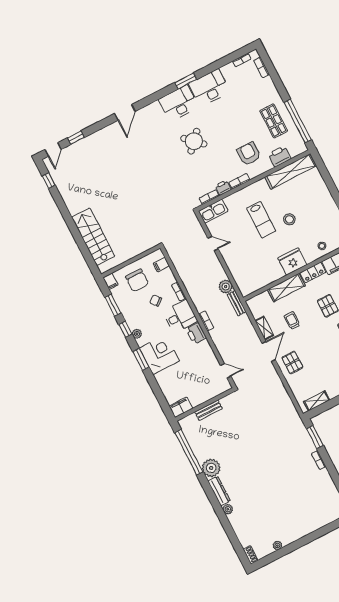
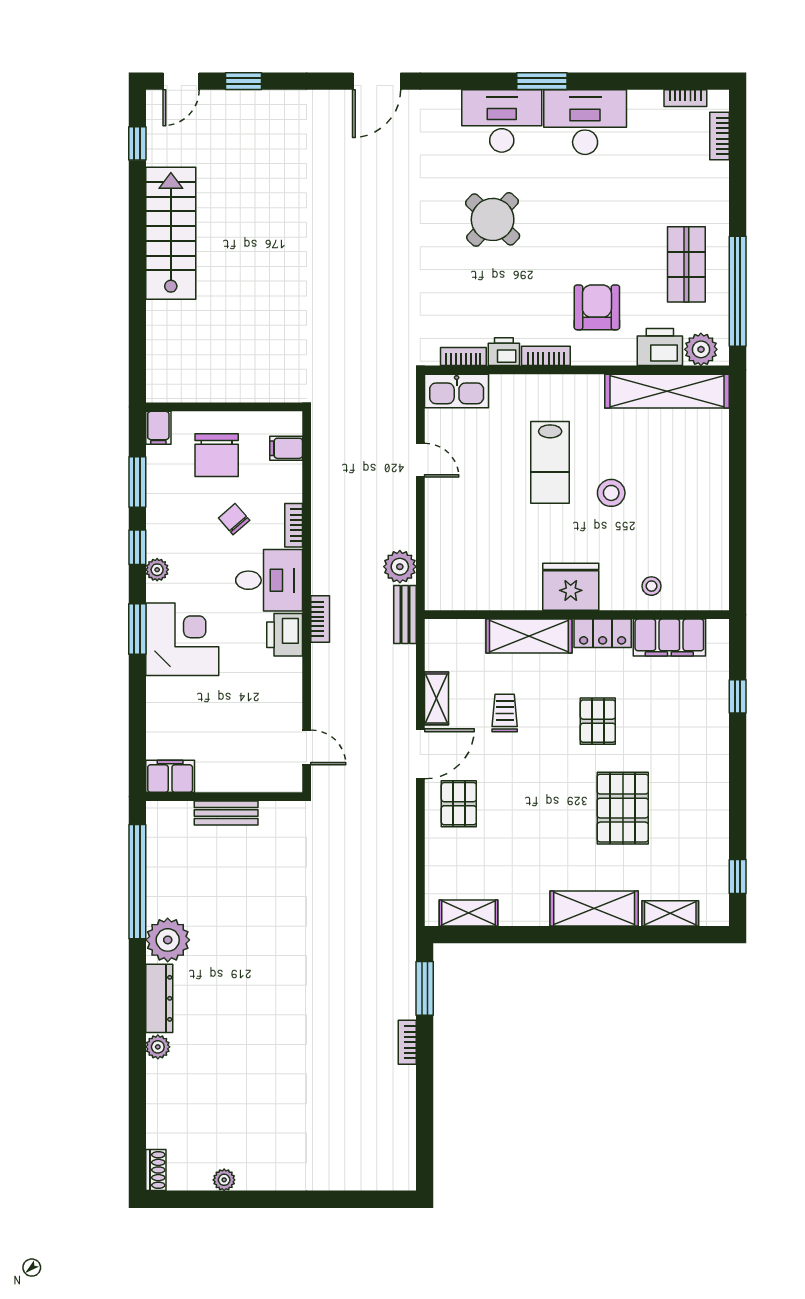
plant: (295, 149) -> (701, 349), added
stairs: (93, 237) -> (171, 233), moved

